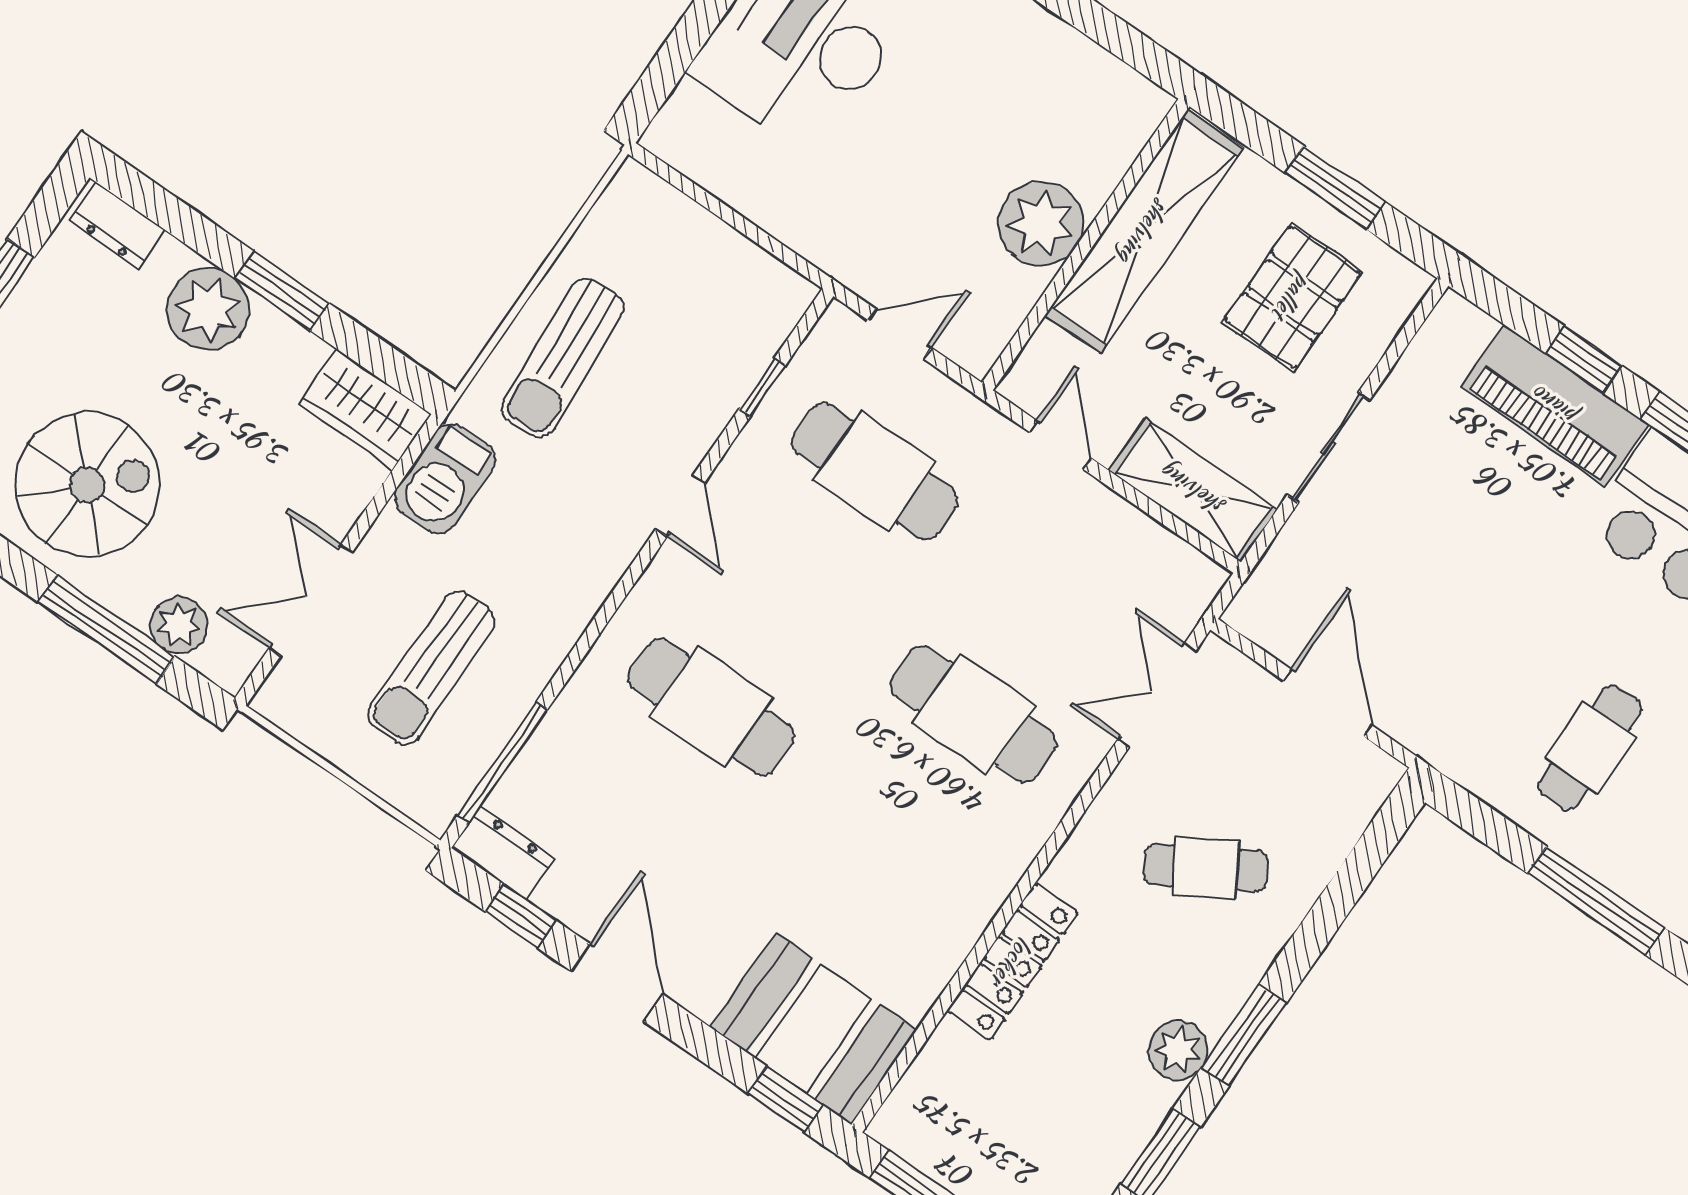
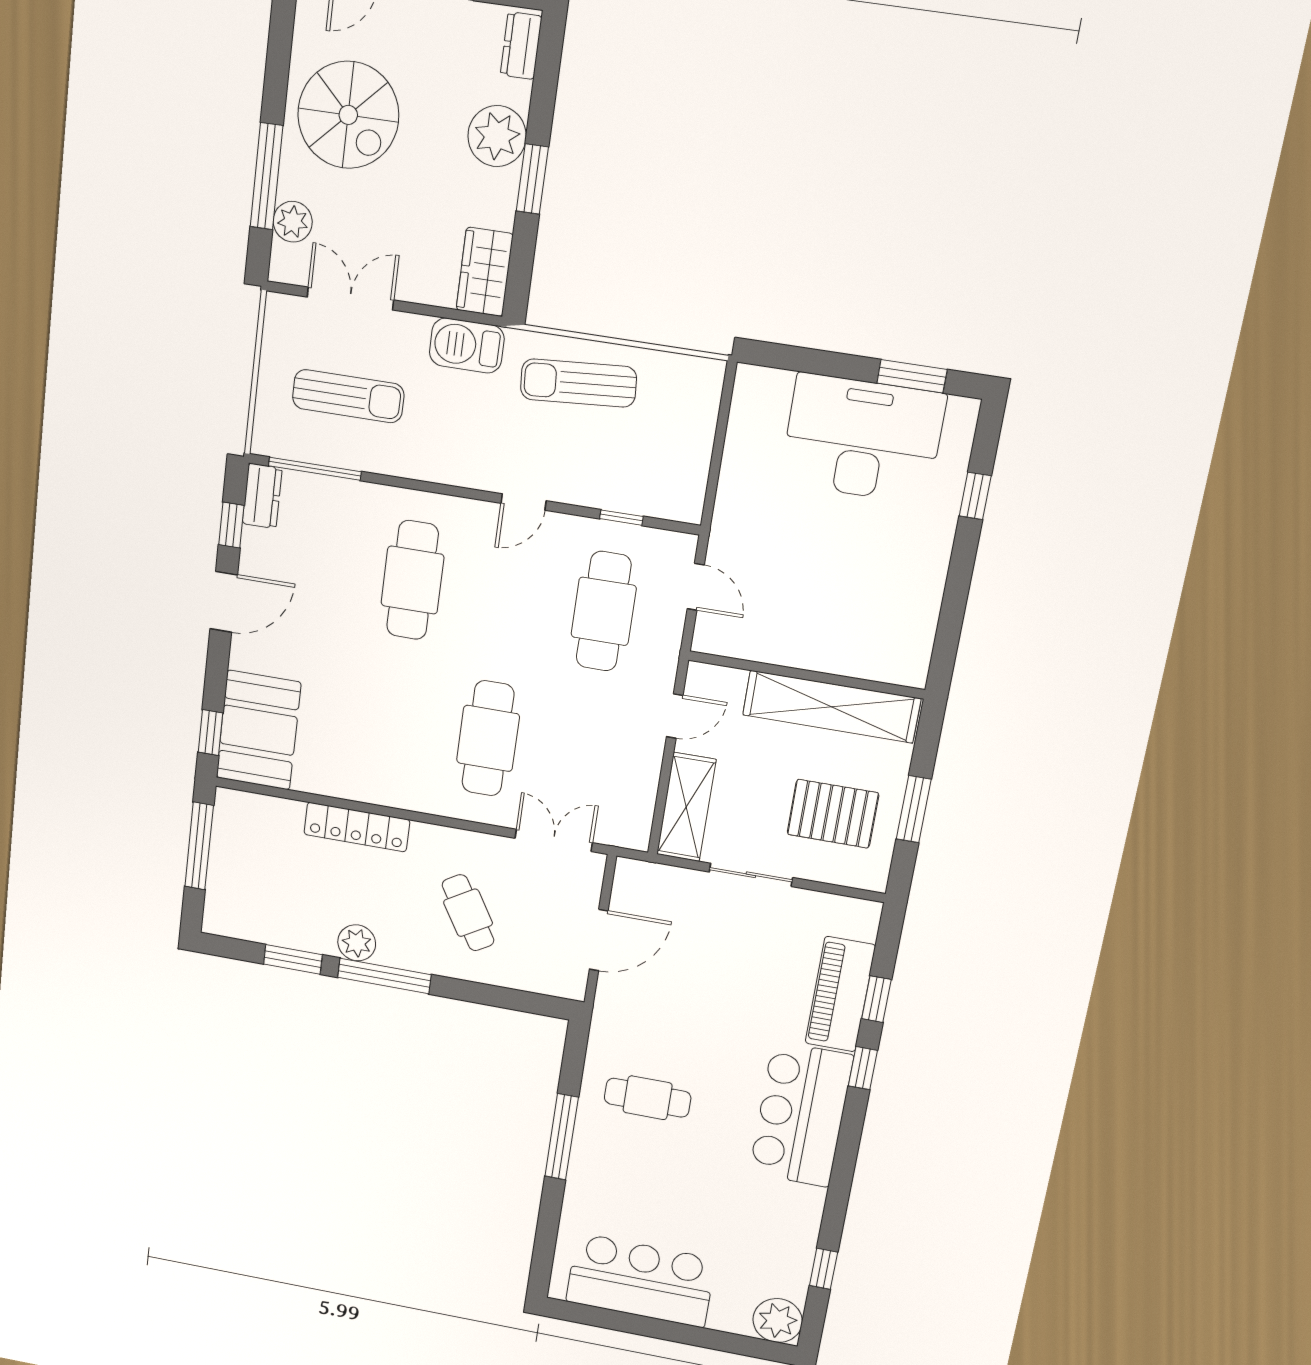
plant: (1041, 224) -> (806, 642), removed
sun lounger: (432, 668) -> (348, 396), turned 180
window: (1244, 1035) -> (384, 976), width x1.44

